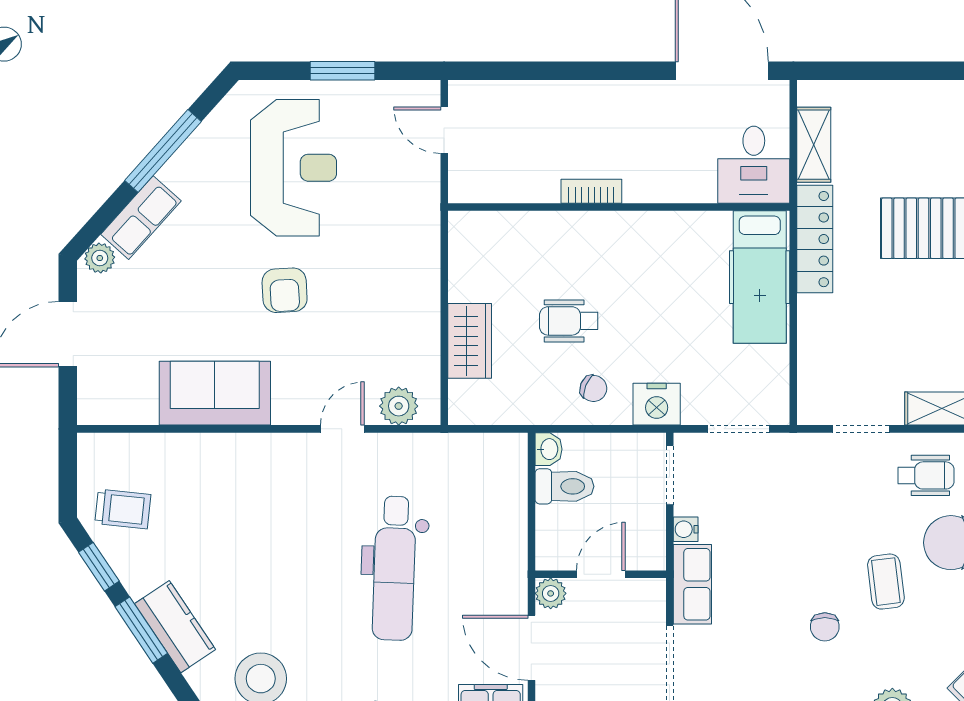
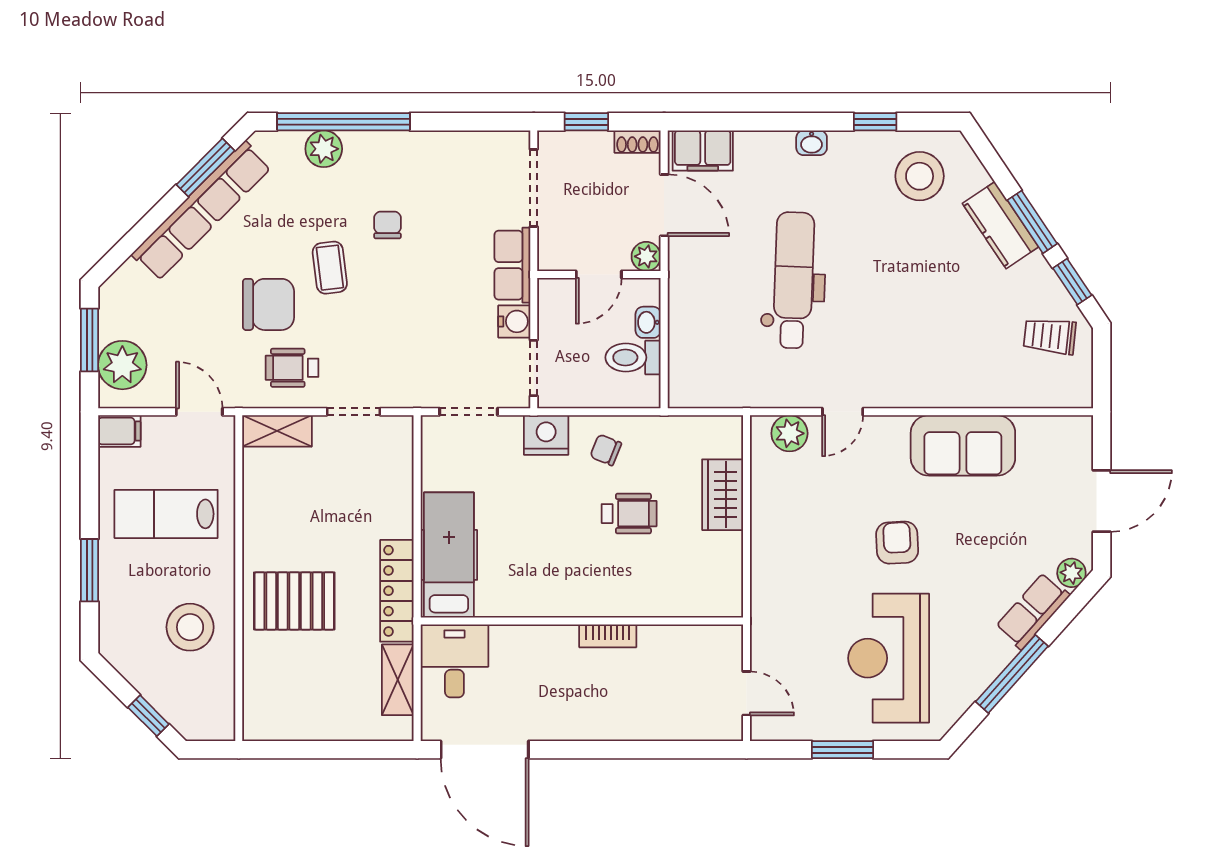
washbasin: (549, 449) -> (648, 322), moved
water cooler: (686, 529) -> (514, 321), width x1.38, depth x1.38

